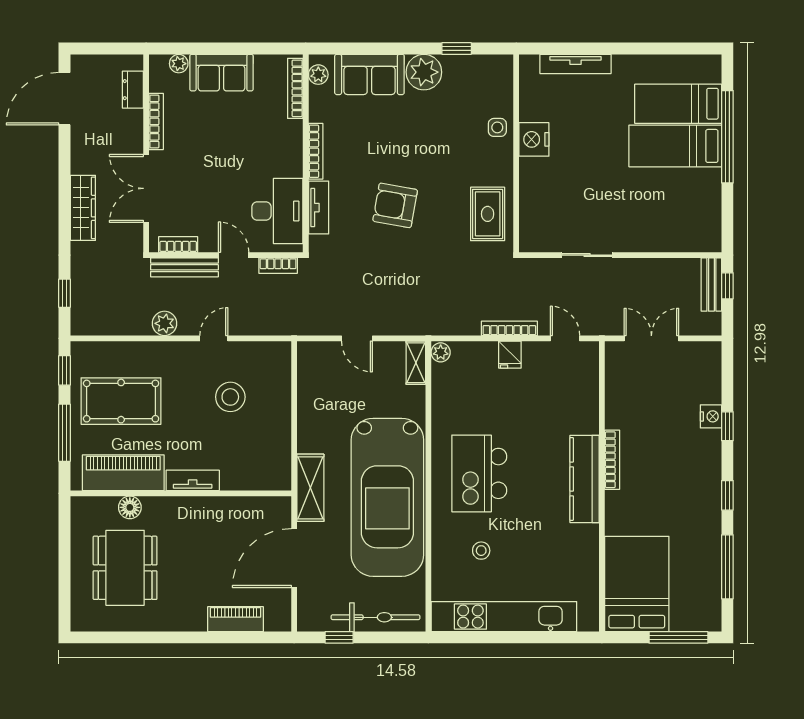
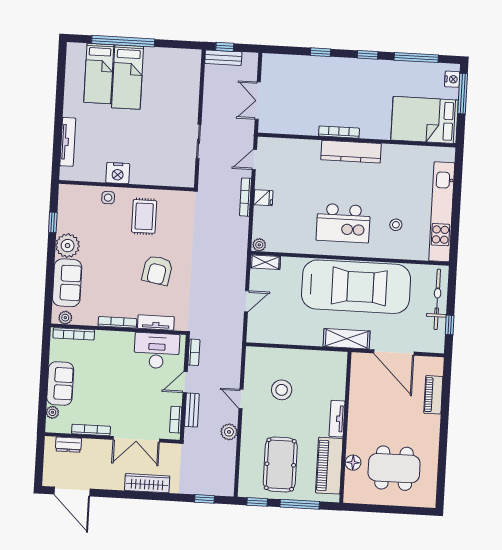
rug: (488, 214) -> (144, 216), moved, turned 90
bench: (184, 267) -> (192, 410), width x0.73
nightstand: (711, 416) -> (452, 79), moved, turned 90

